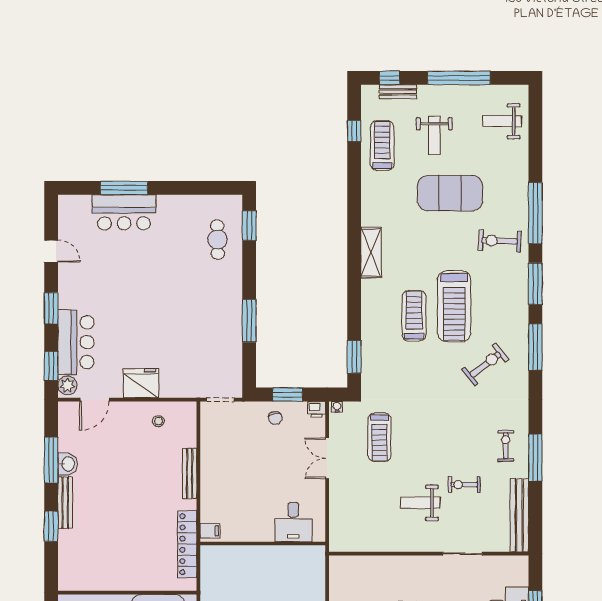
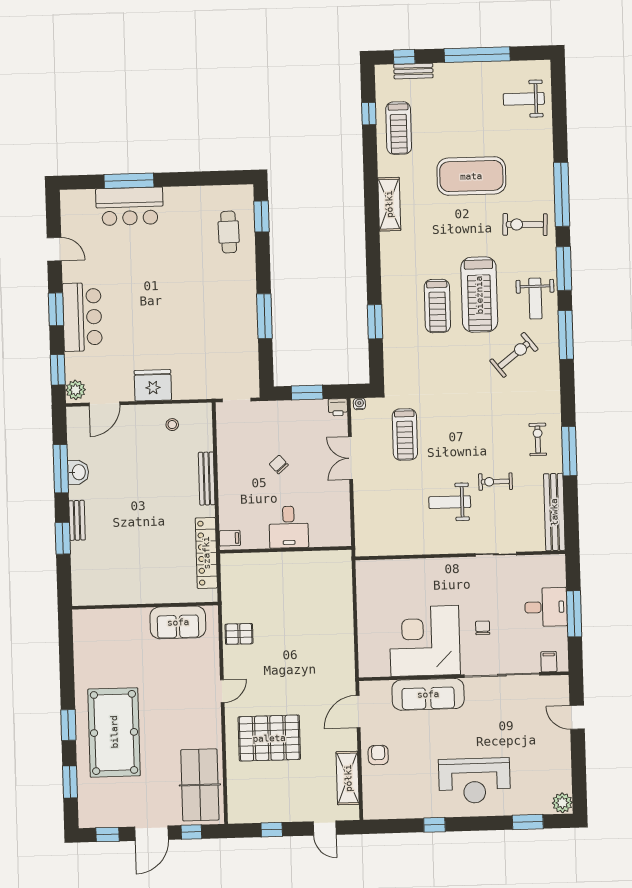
weight bench: (434, 135) -> (535, 299), moved
treadmill: (382, 146) -> (399, 128), turned 180
shelving: (371, 252) -> (389, 204), moved
treadmill: (414, 316) -> (437, 306), turned 180
bar counter: (76, 342) -> (82, 317), moved
window: (354, 357) -> (375, 322), moved
chair: (275, 418) -> (279, 464), moved, turned 151
bench: (65, 503) -> (77, 520), width x0.73
desk: (293, 522) -> (289, 527), moved

